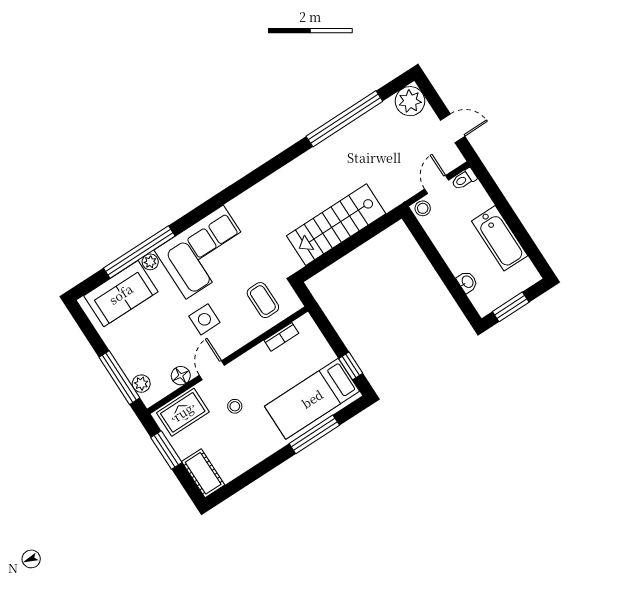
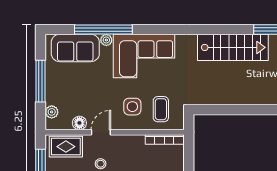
stairs: (336, 225) -> (233, 47), moved, turned 180
side table: (204, 319) -> (132, 107), moved
bookcase: (281, 337) -> (164, 139), width x1.56
window: (119, 378) -> (41, 81), moved

